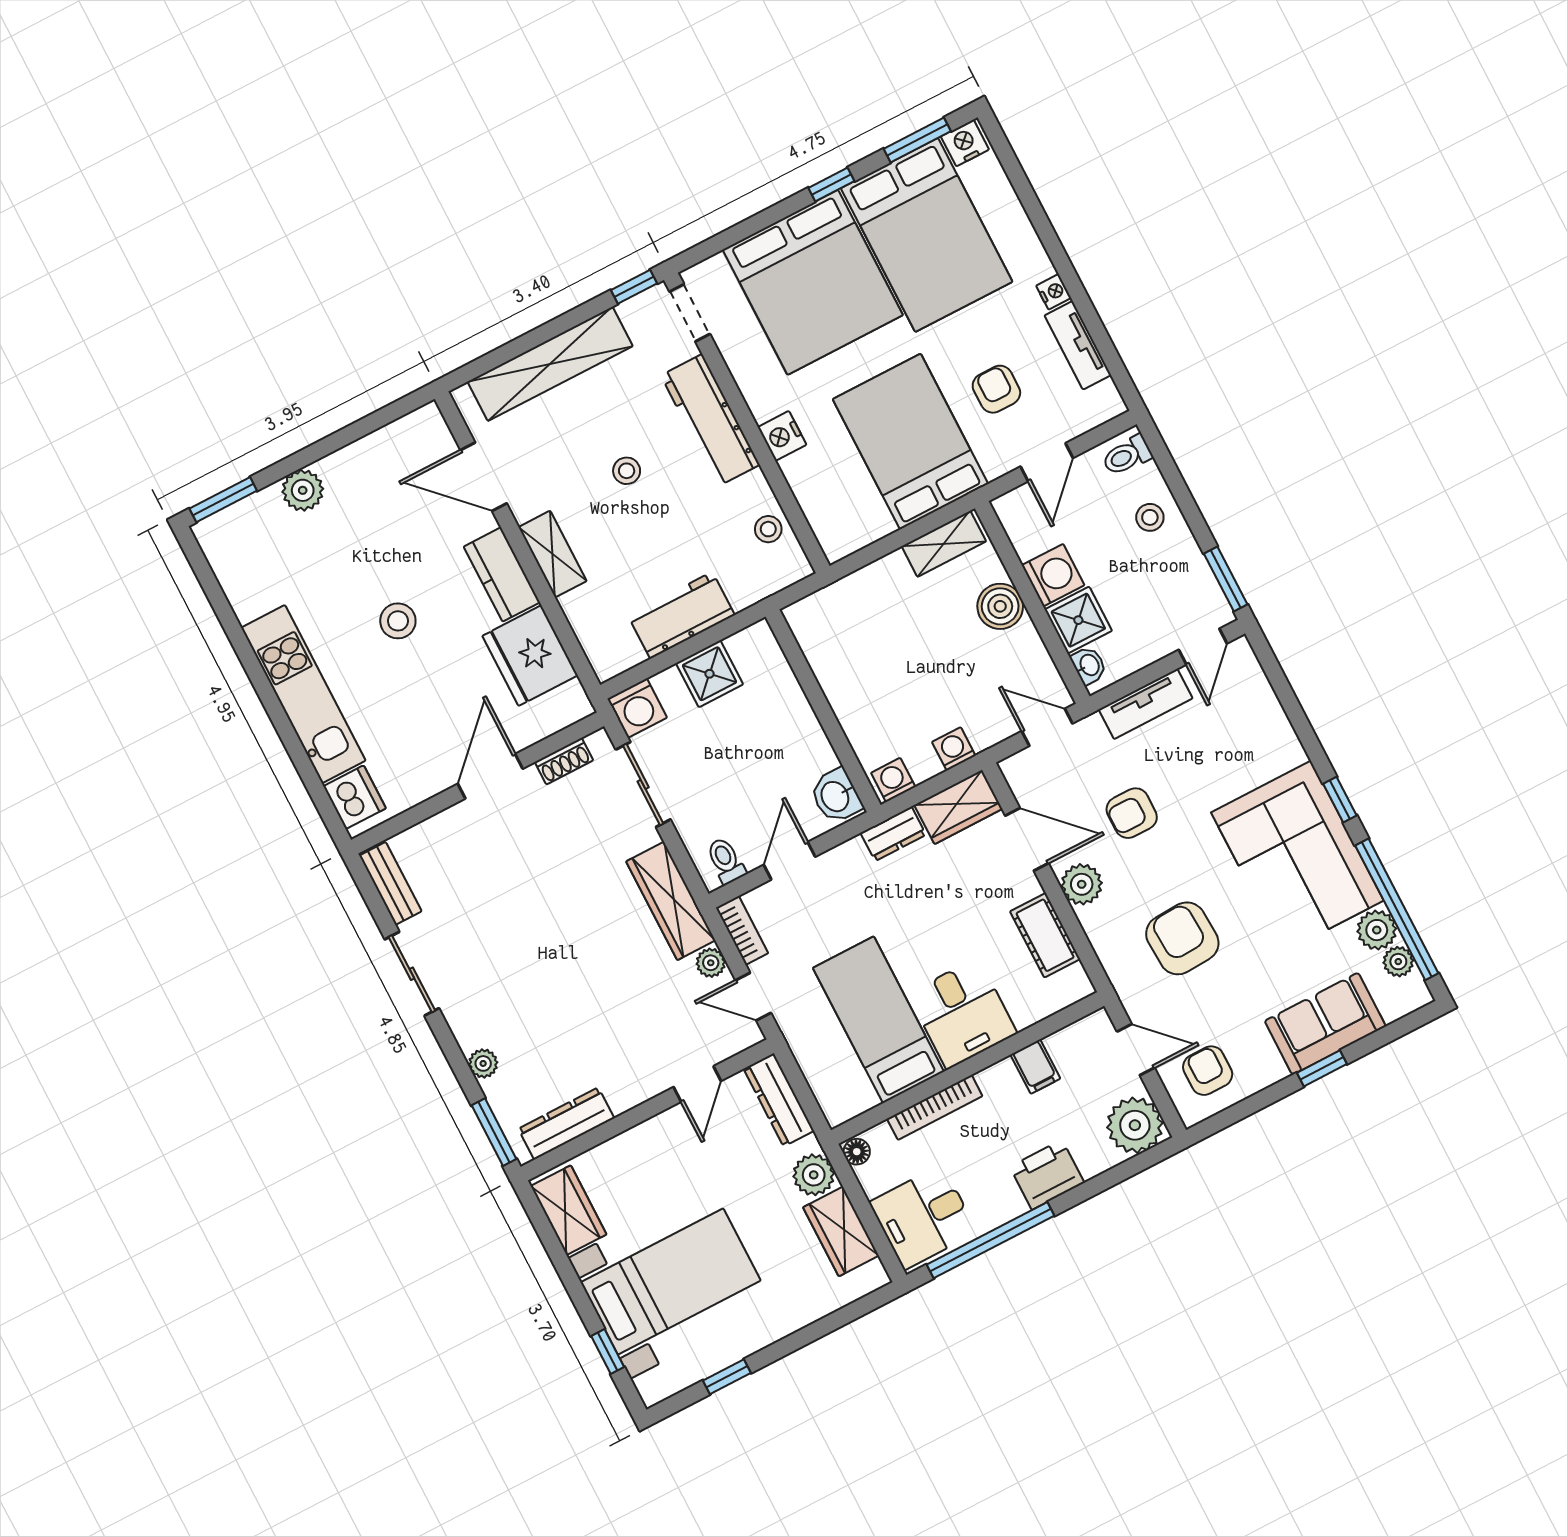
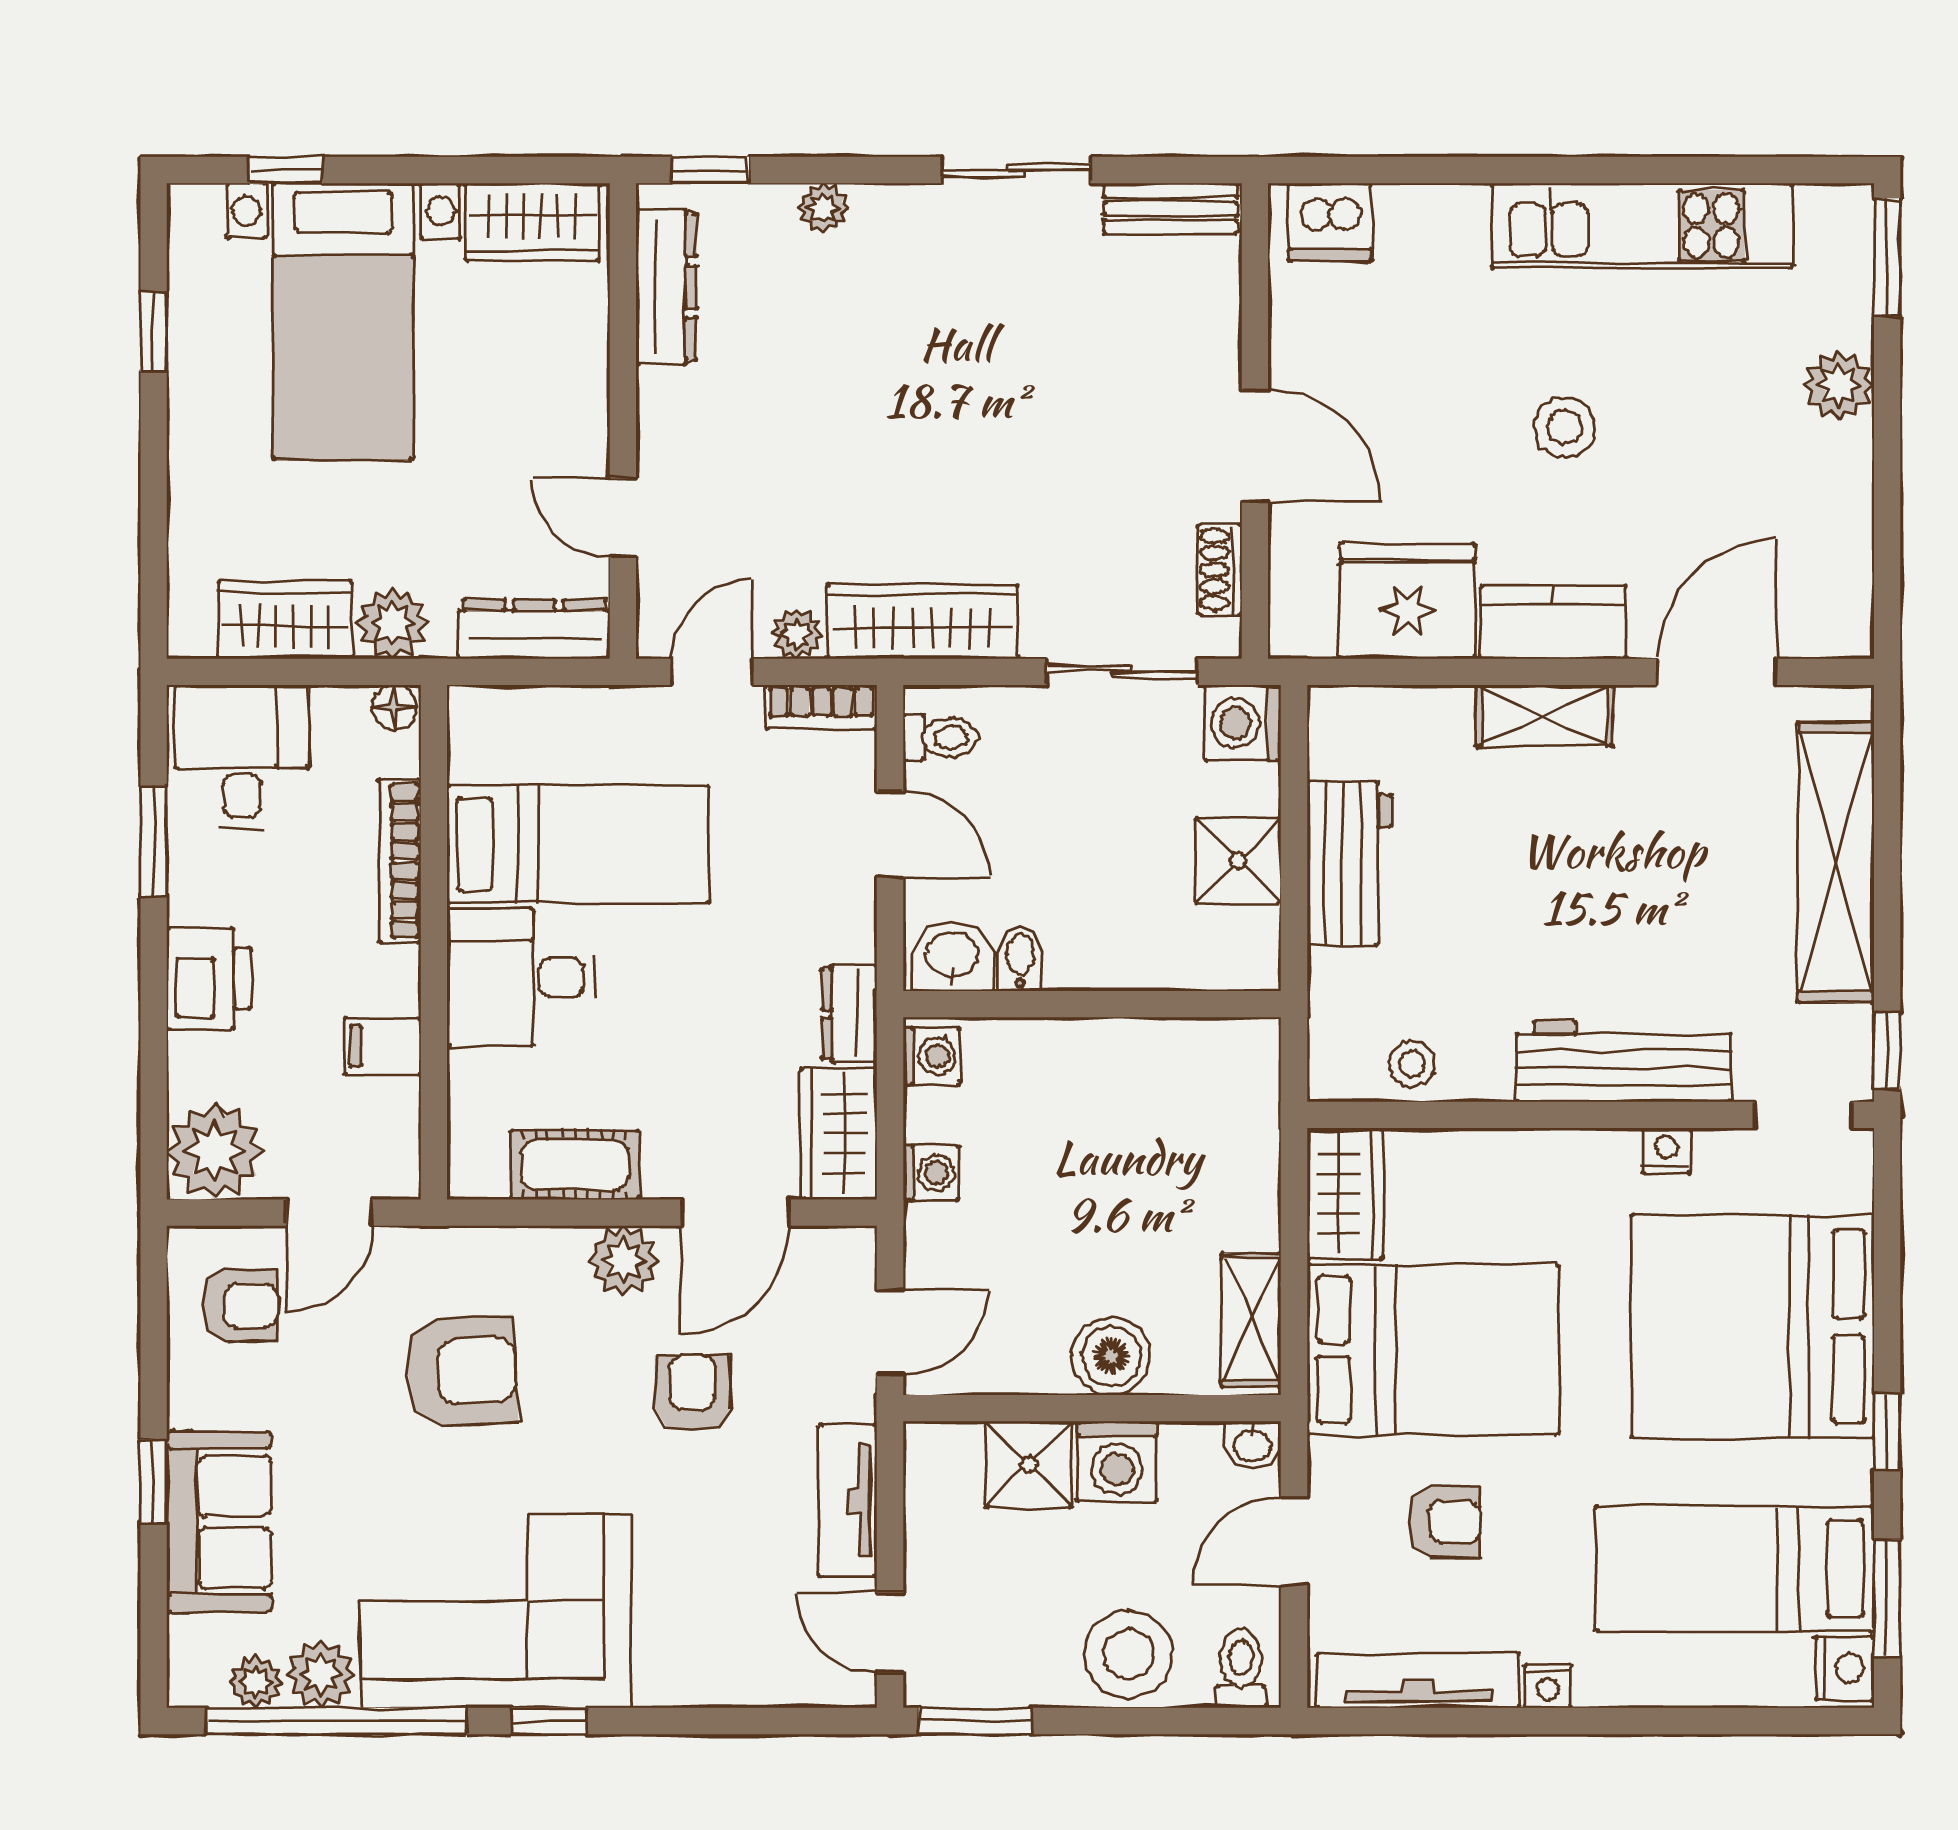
bed: (927, 235) -> (1735, 1569), width x0.67
tv unit: (1078, 345) -> (1418, 1681), width x1.41
nightstand: (782, 436) -> (1666, 1150), moved, width x0.72, depth x0.74
door: (1047, 462) -> (1294, 1541), hinge flipped
stool: (627, 471) -> (1613, 894), removed
stool: (1150, 517) -> (1128, 1654), width x1.89, depth x1.89
wardrobe: (853, 529) -> (1345, 1194), added
washbasin: (1089, 665) -> (1252, 1445), moved
kitchen unit: (303, 694) -> (1642, 226), moved
bidet: (819, 760) -> (1020, 959), added
window: (494, 1132) -> (710, 170), width x0.67
window: (990, 1240) -> (154, 841), width x0.47

